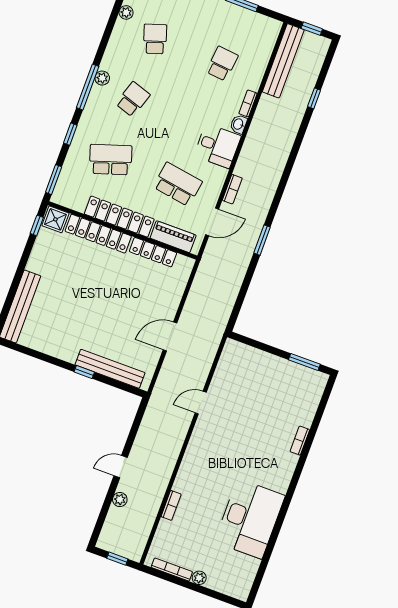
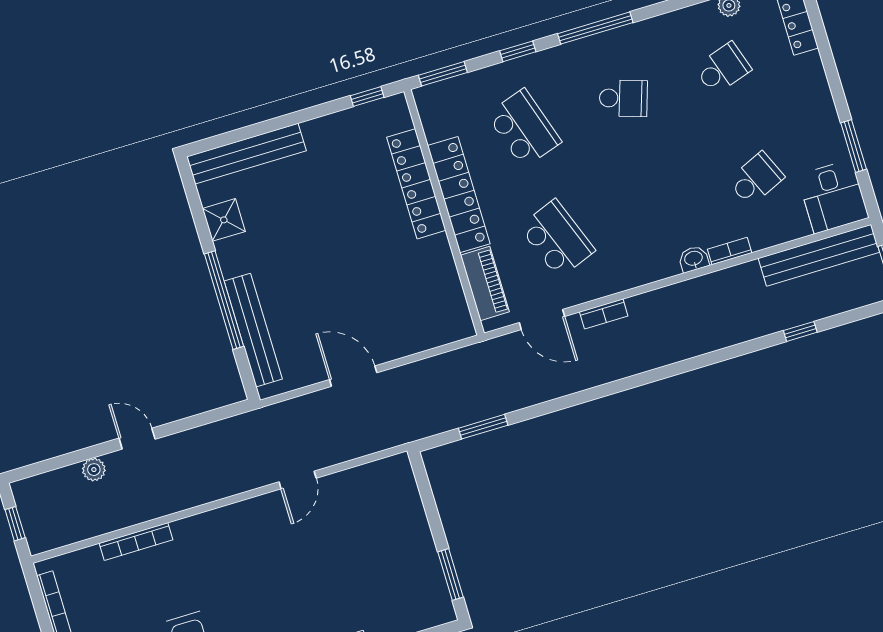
school desk: (222, 64) -> (756, 179), turned -30
plant: (102, 78) -> (621, 38), removed
desk: (217, 146) -> (833, 196), moved
school desk: (178, 184) -> (557, 239), turned -30
shower: (55, 219) -> (224, 220), moved
window: (262, 240) -> (483, 427), moved
locker: (153, 252) -> (445, 273), removed
window: (84, 372) -> (224, 300), width x3.17
door: (201, 403) -> (298, 480), swing flipped
bookcase: (171, 505) -> (136, 542), width x1.56

